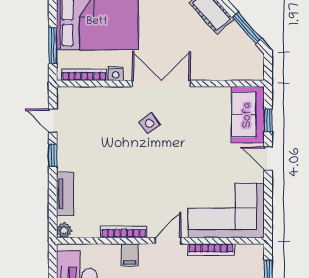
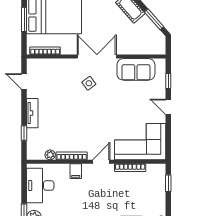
window: (53, 46) -> (24, 19), moved
nightstand: (116, 74) -> (66, 50), removed
sofa: (248, 115) -> (136, 69), moved, turned -90
window: (53, 155) -> (24, 133), moved
tv unit: (65, 194) -> (32, 113), moved
plant: (64, 230) -> (50, 155), moved

